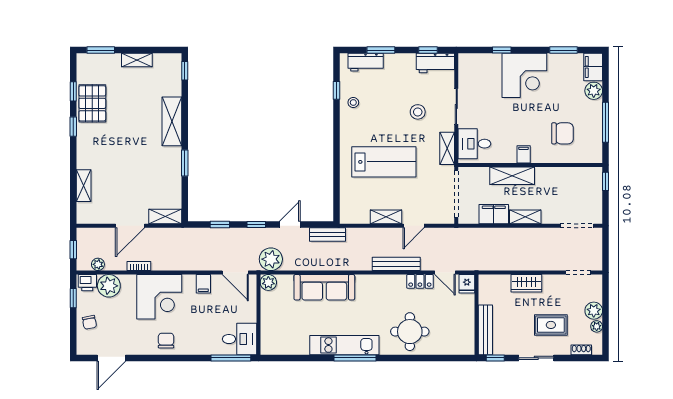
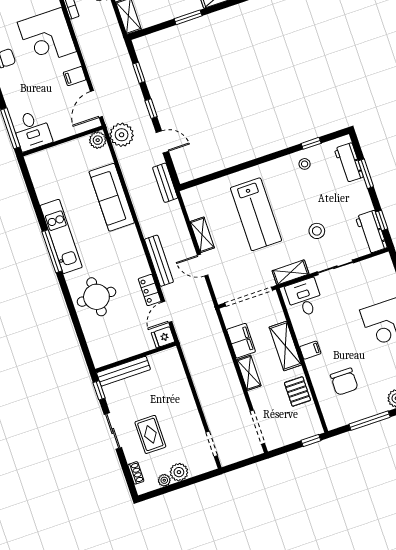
pallet: (557, 179) -> (297, 391), added
wardrobe: (526, 283) -> (184, 396), removed

